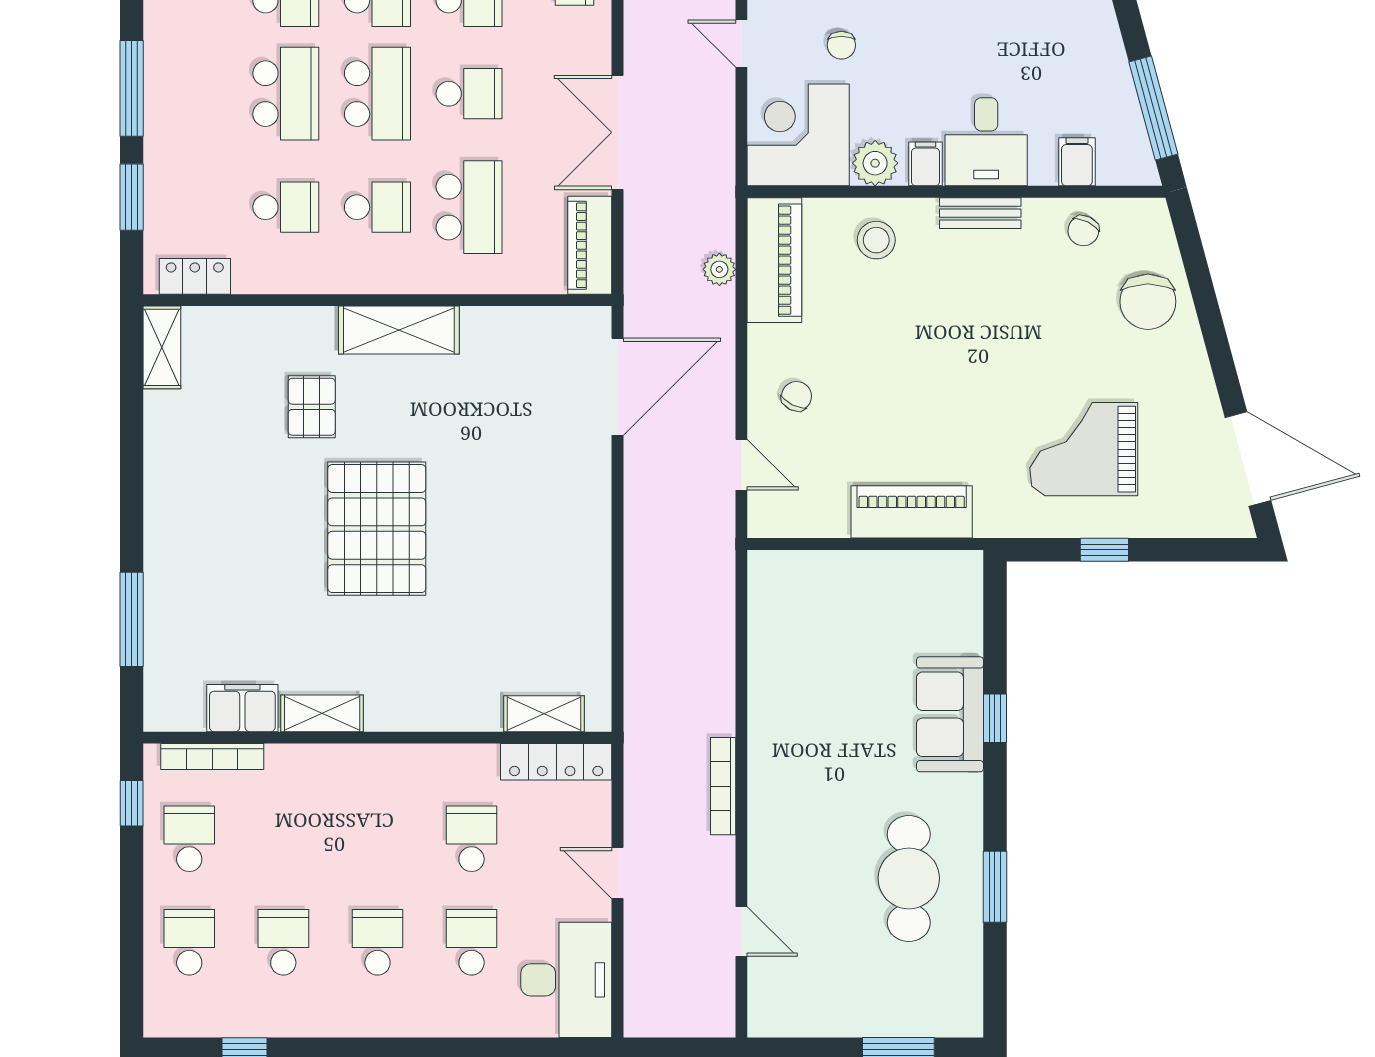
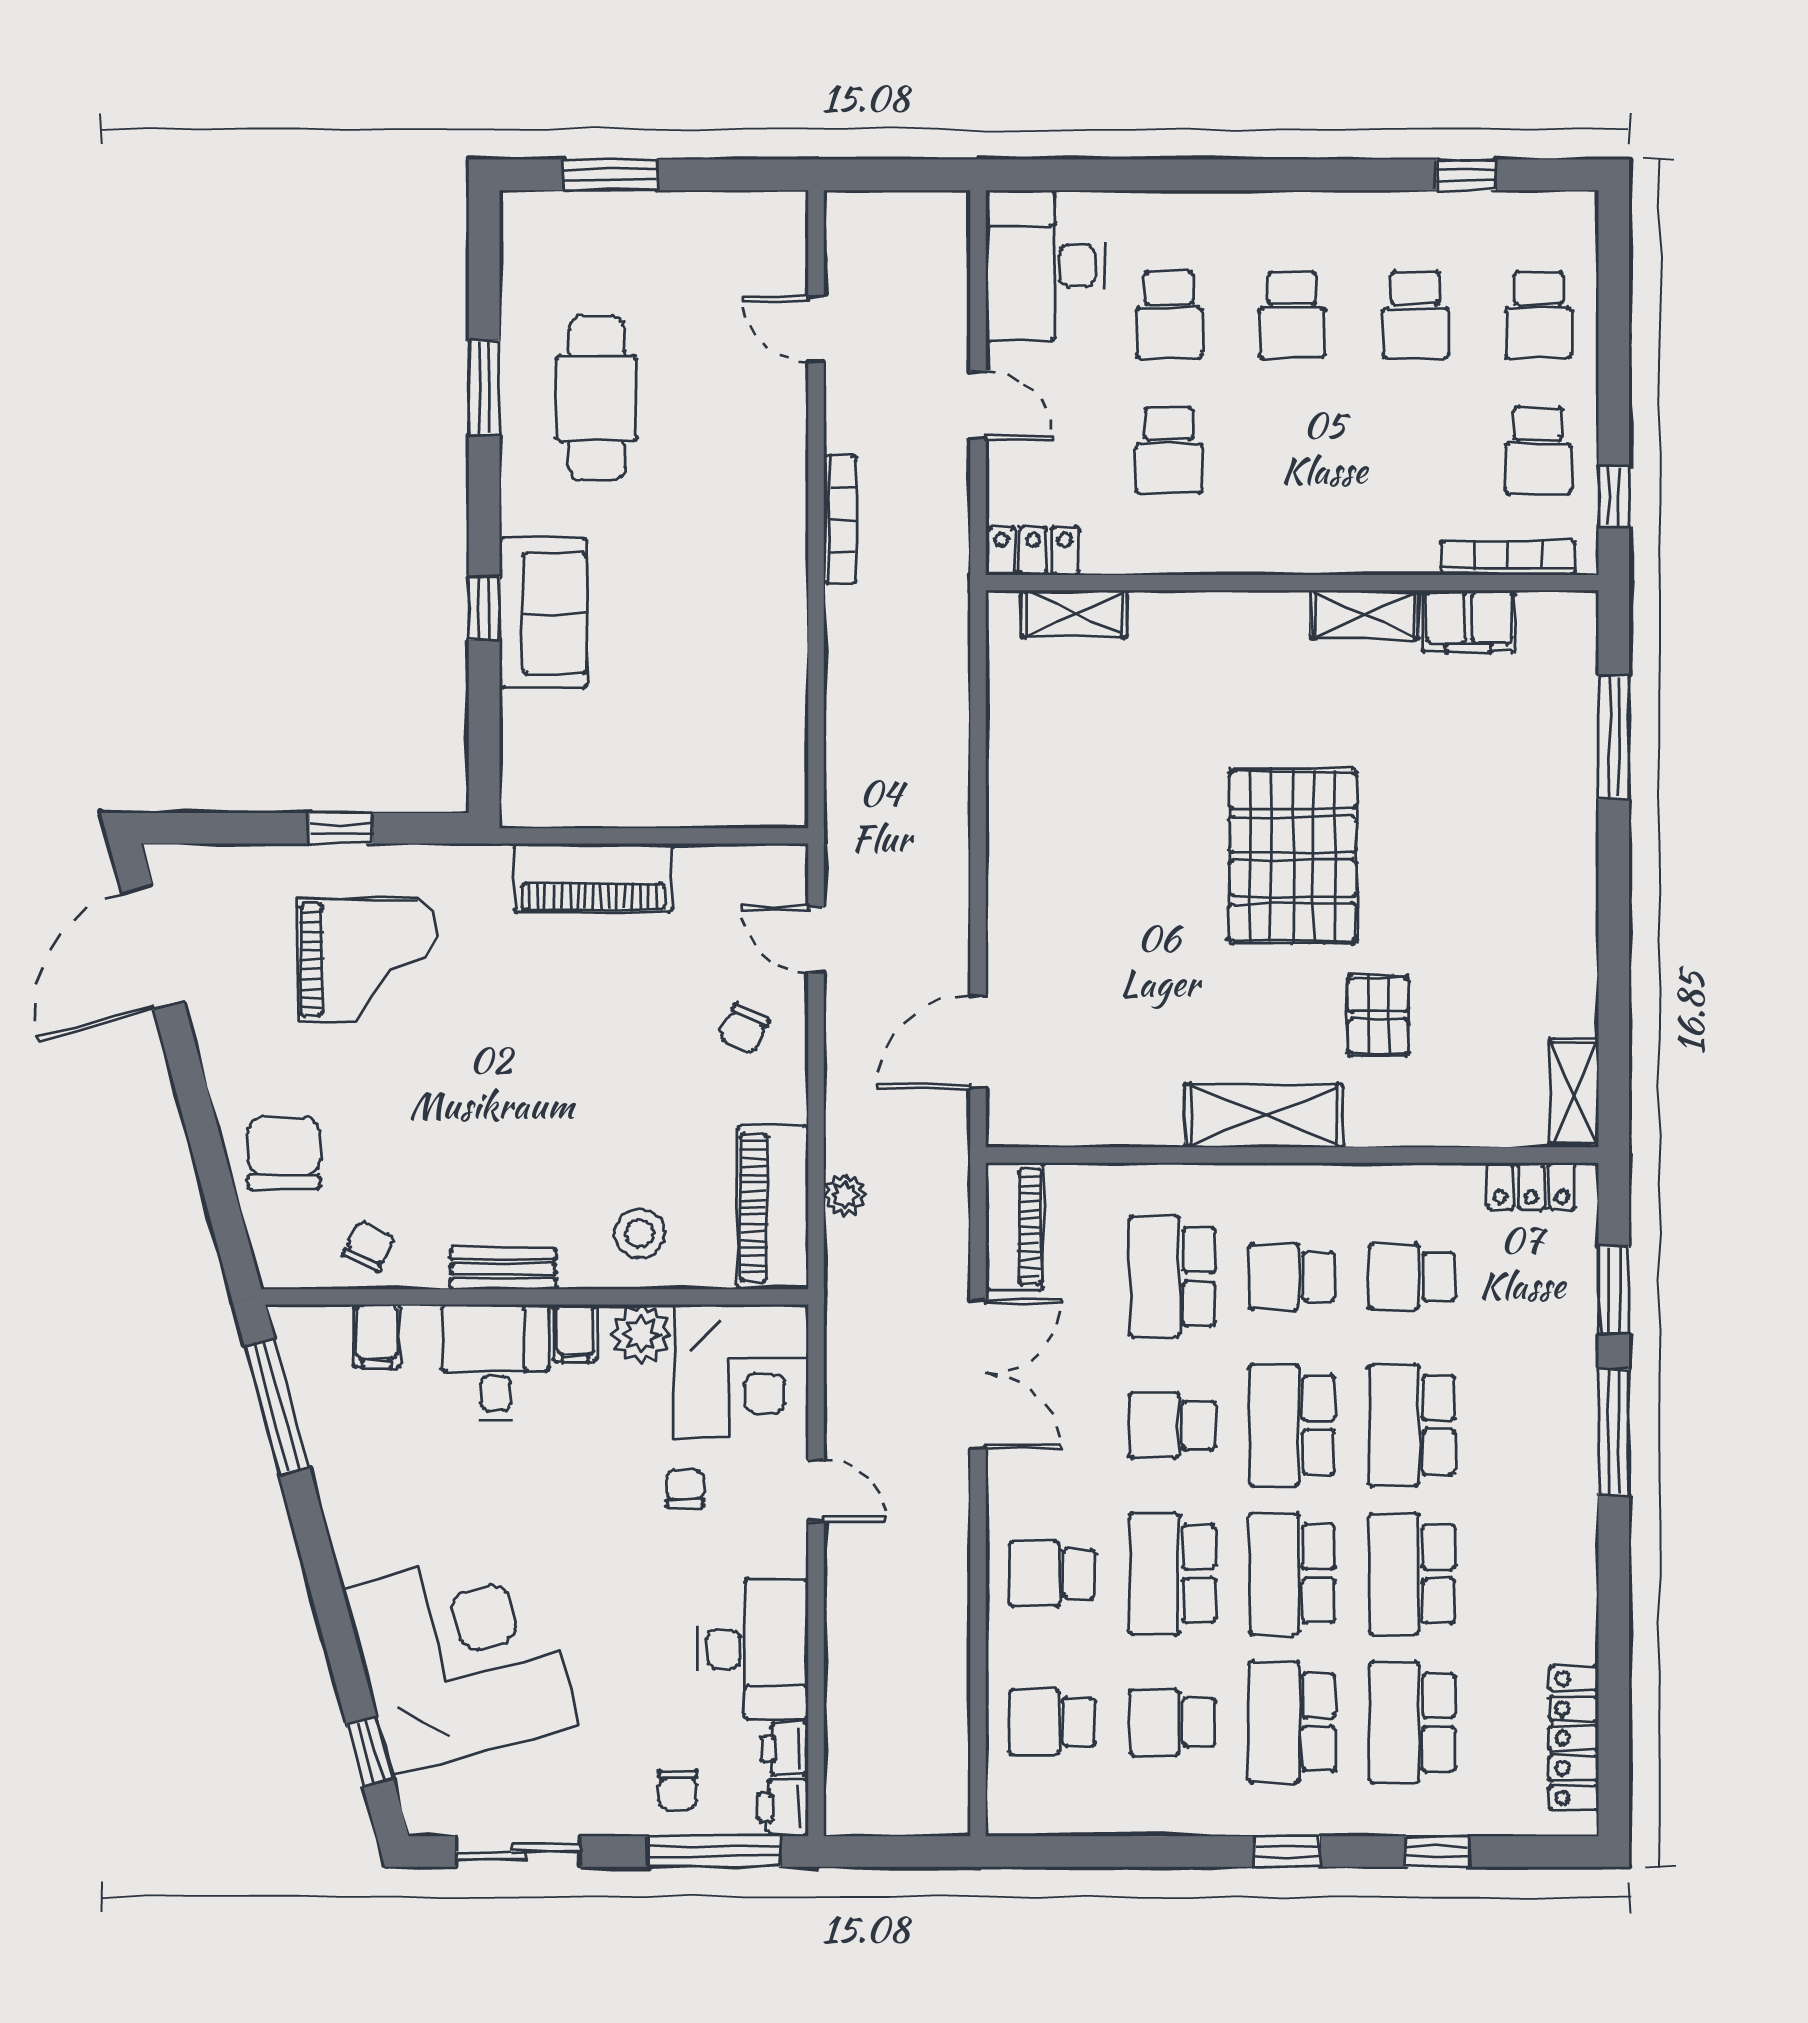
door: (617, 387) -> (978, 1042), width x0.73
door: (1248, 459) -> (153, 947), hinge flipped
locker: (556, 762) -> (1033, 551), width x0.66

